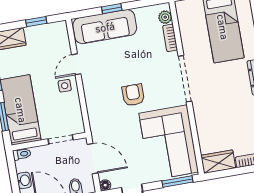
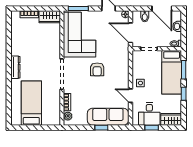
desk: (43, 42) -> (149, 114), added
door: (76, 64) -> (131, 96), swing flipped

